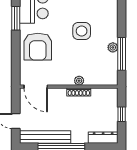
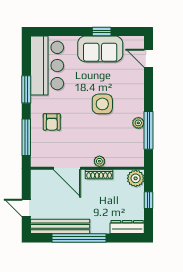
armchair: (38, 47) -> (52, 122), width x0.53, depth x0.53
window: (16, 60) -> (26, 137), added
door: (36, 87) -> (67, 168), moved
plant: (110, 95) -> (136, 178), added

